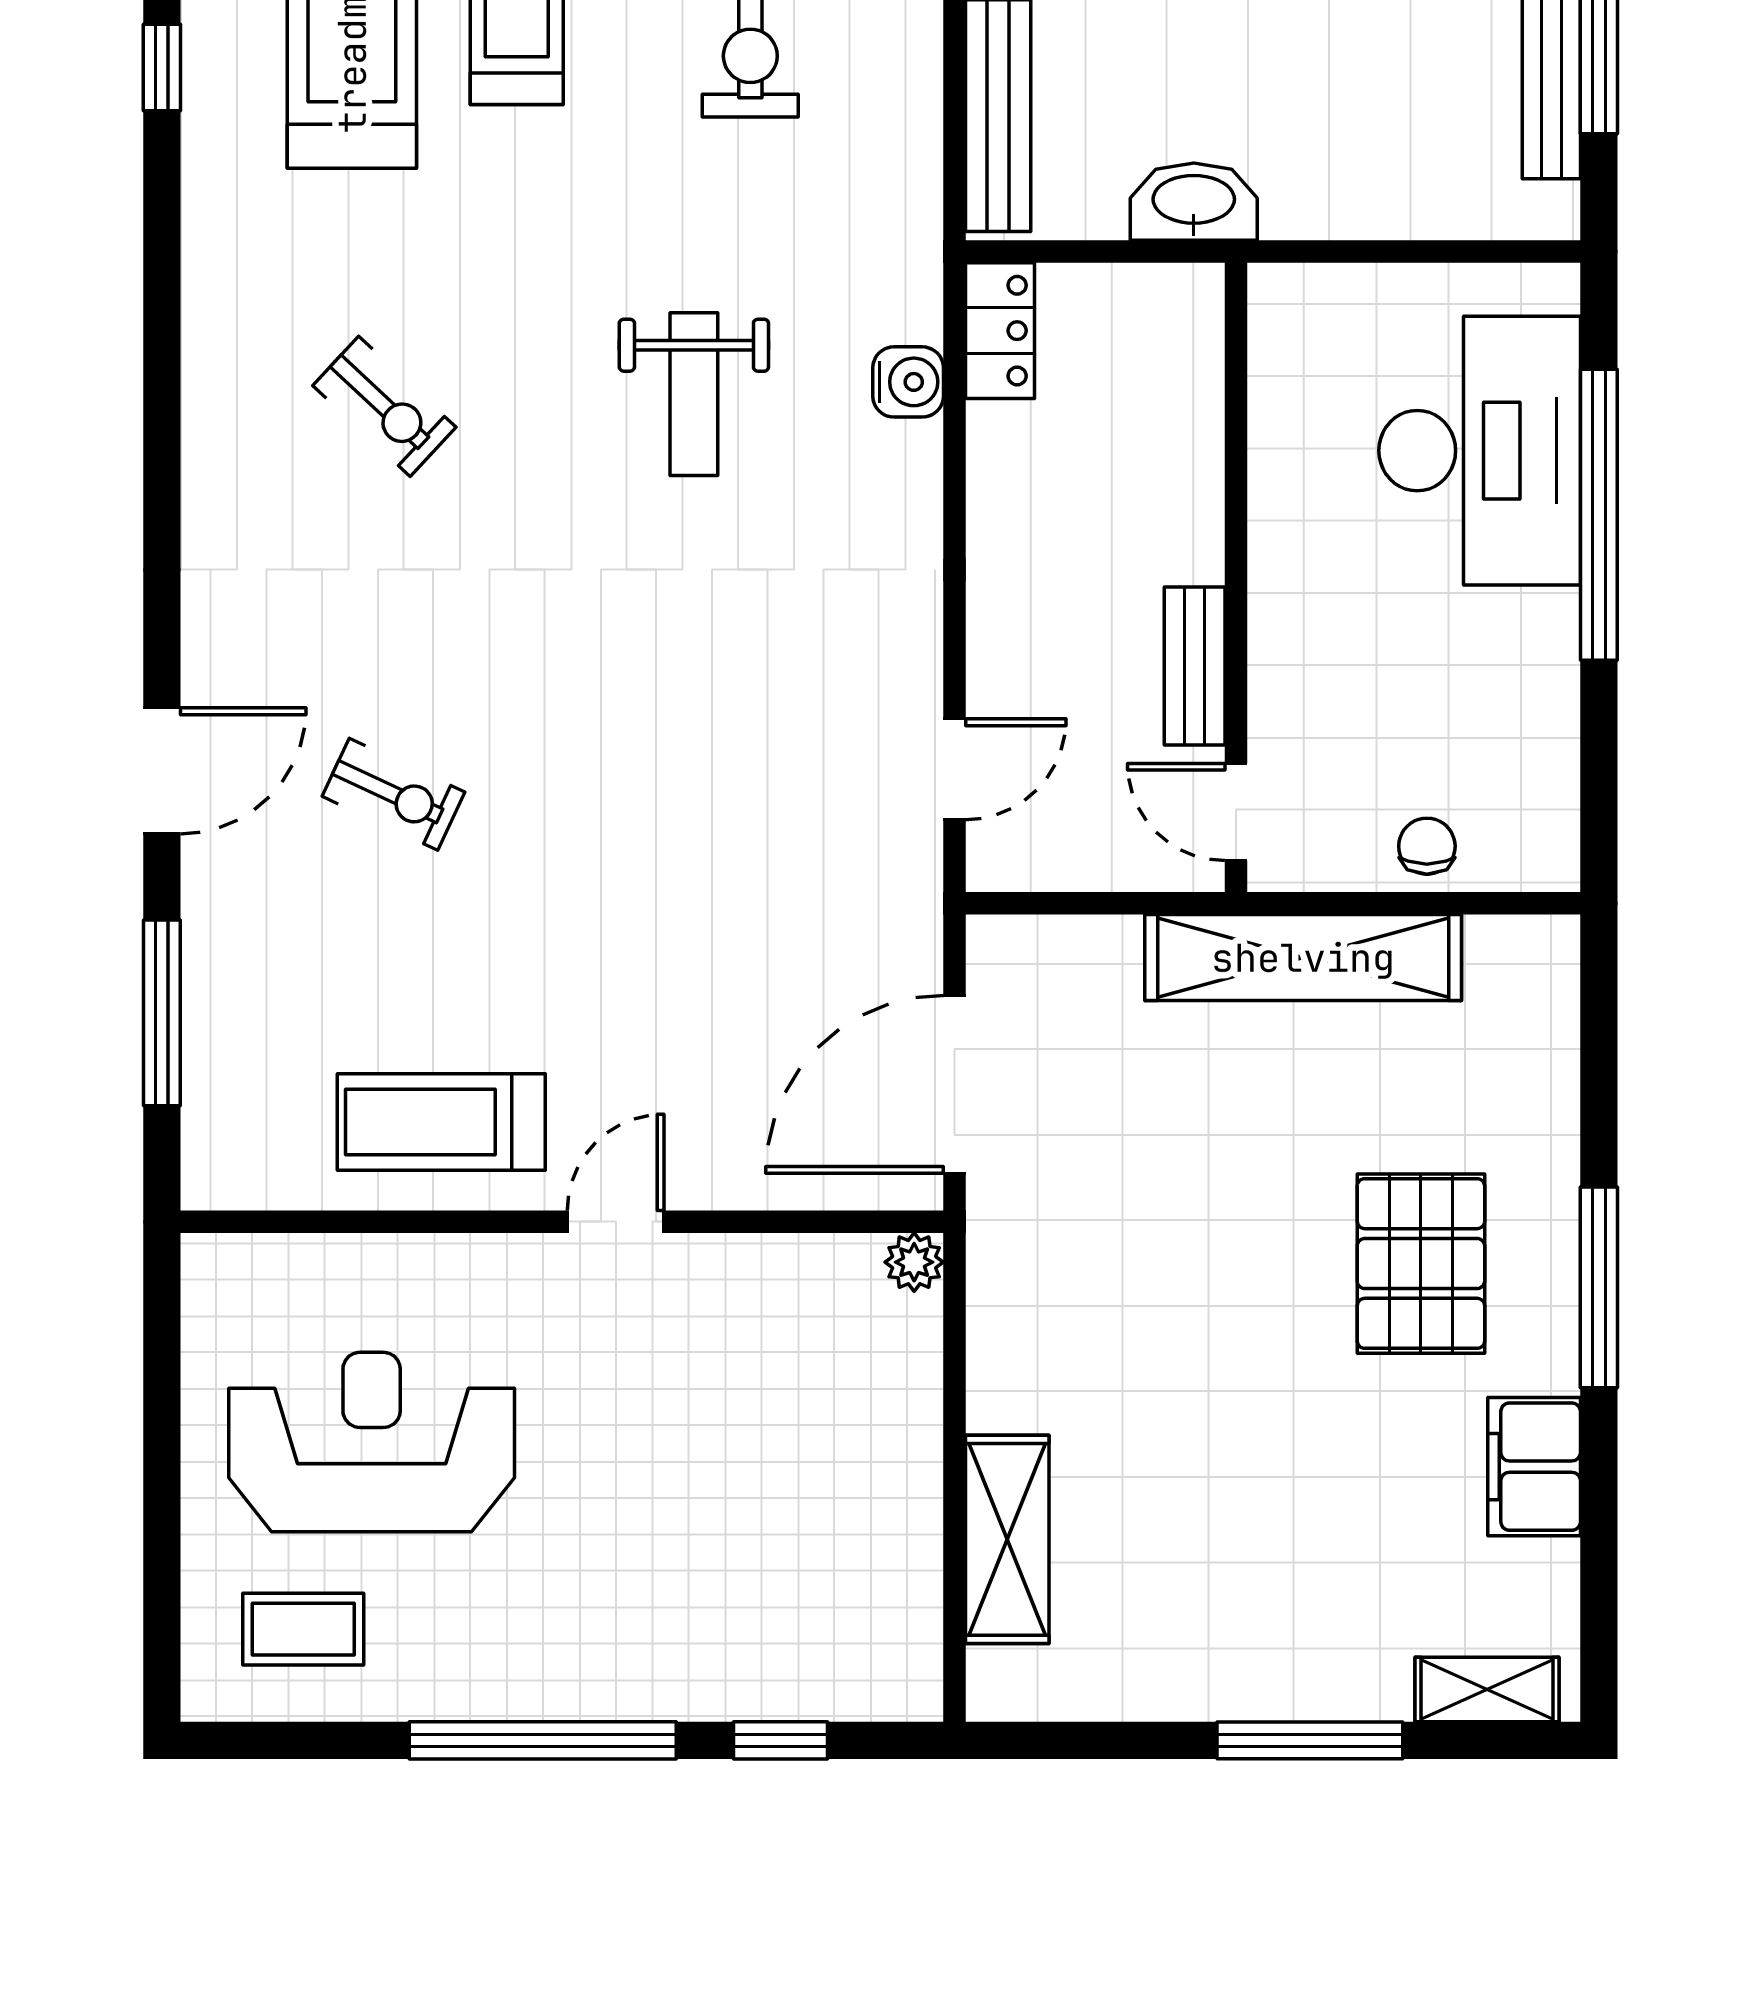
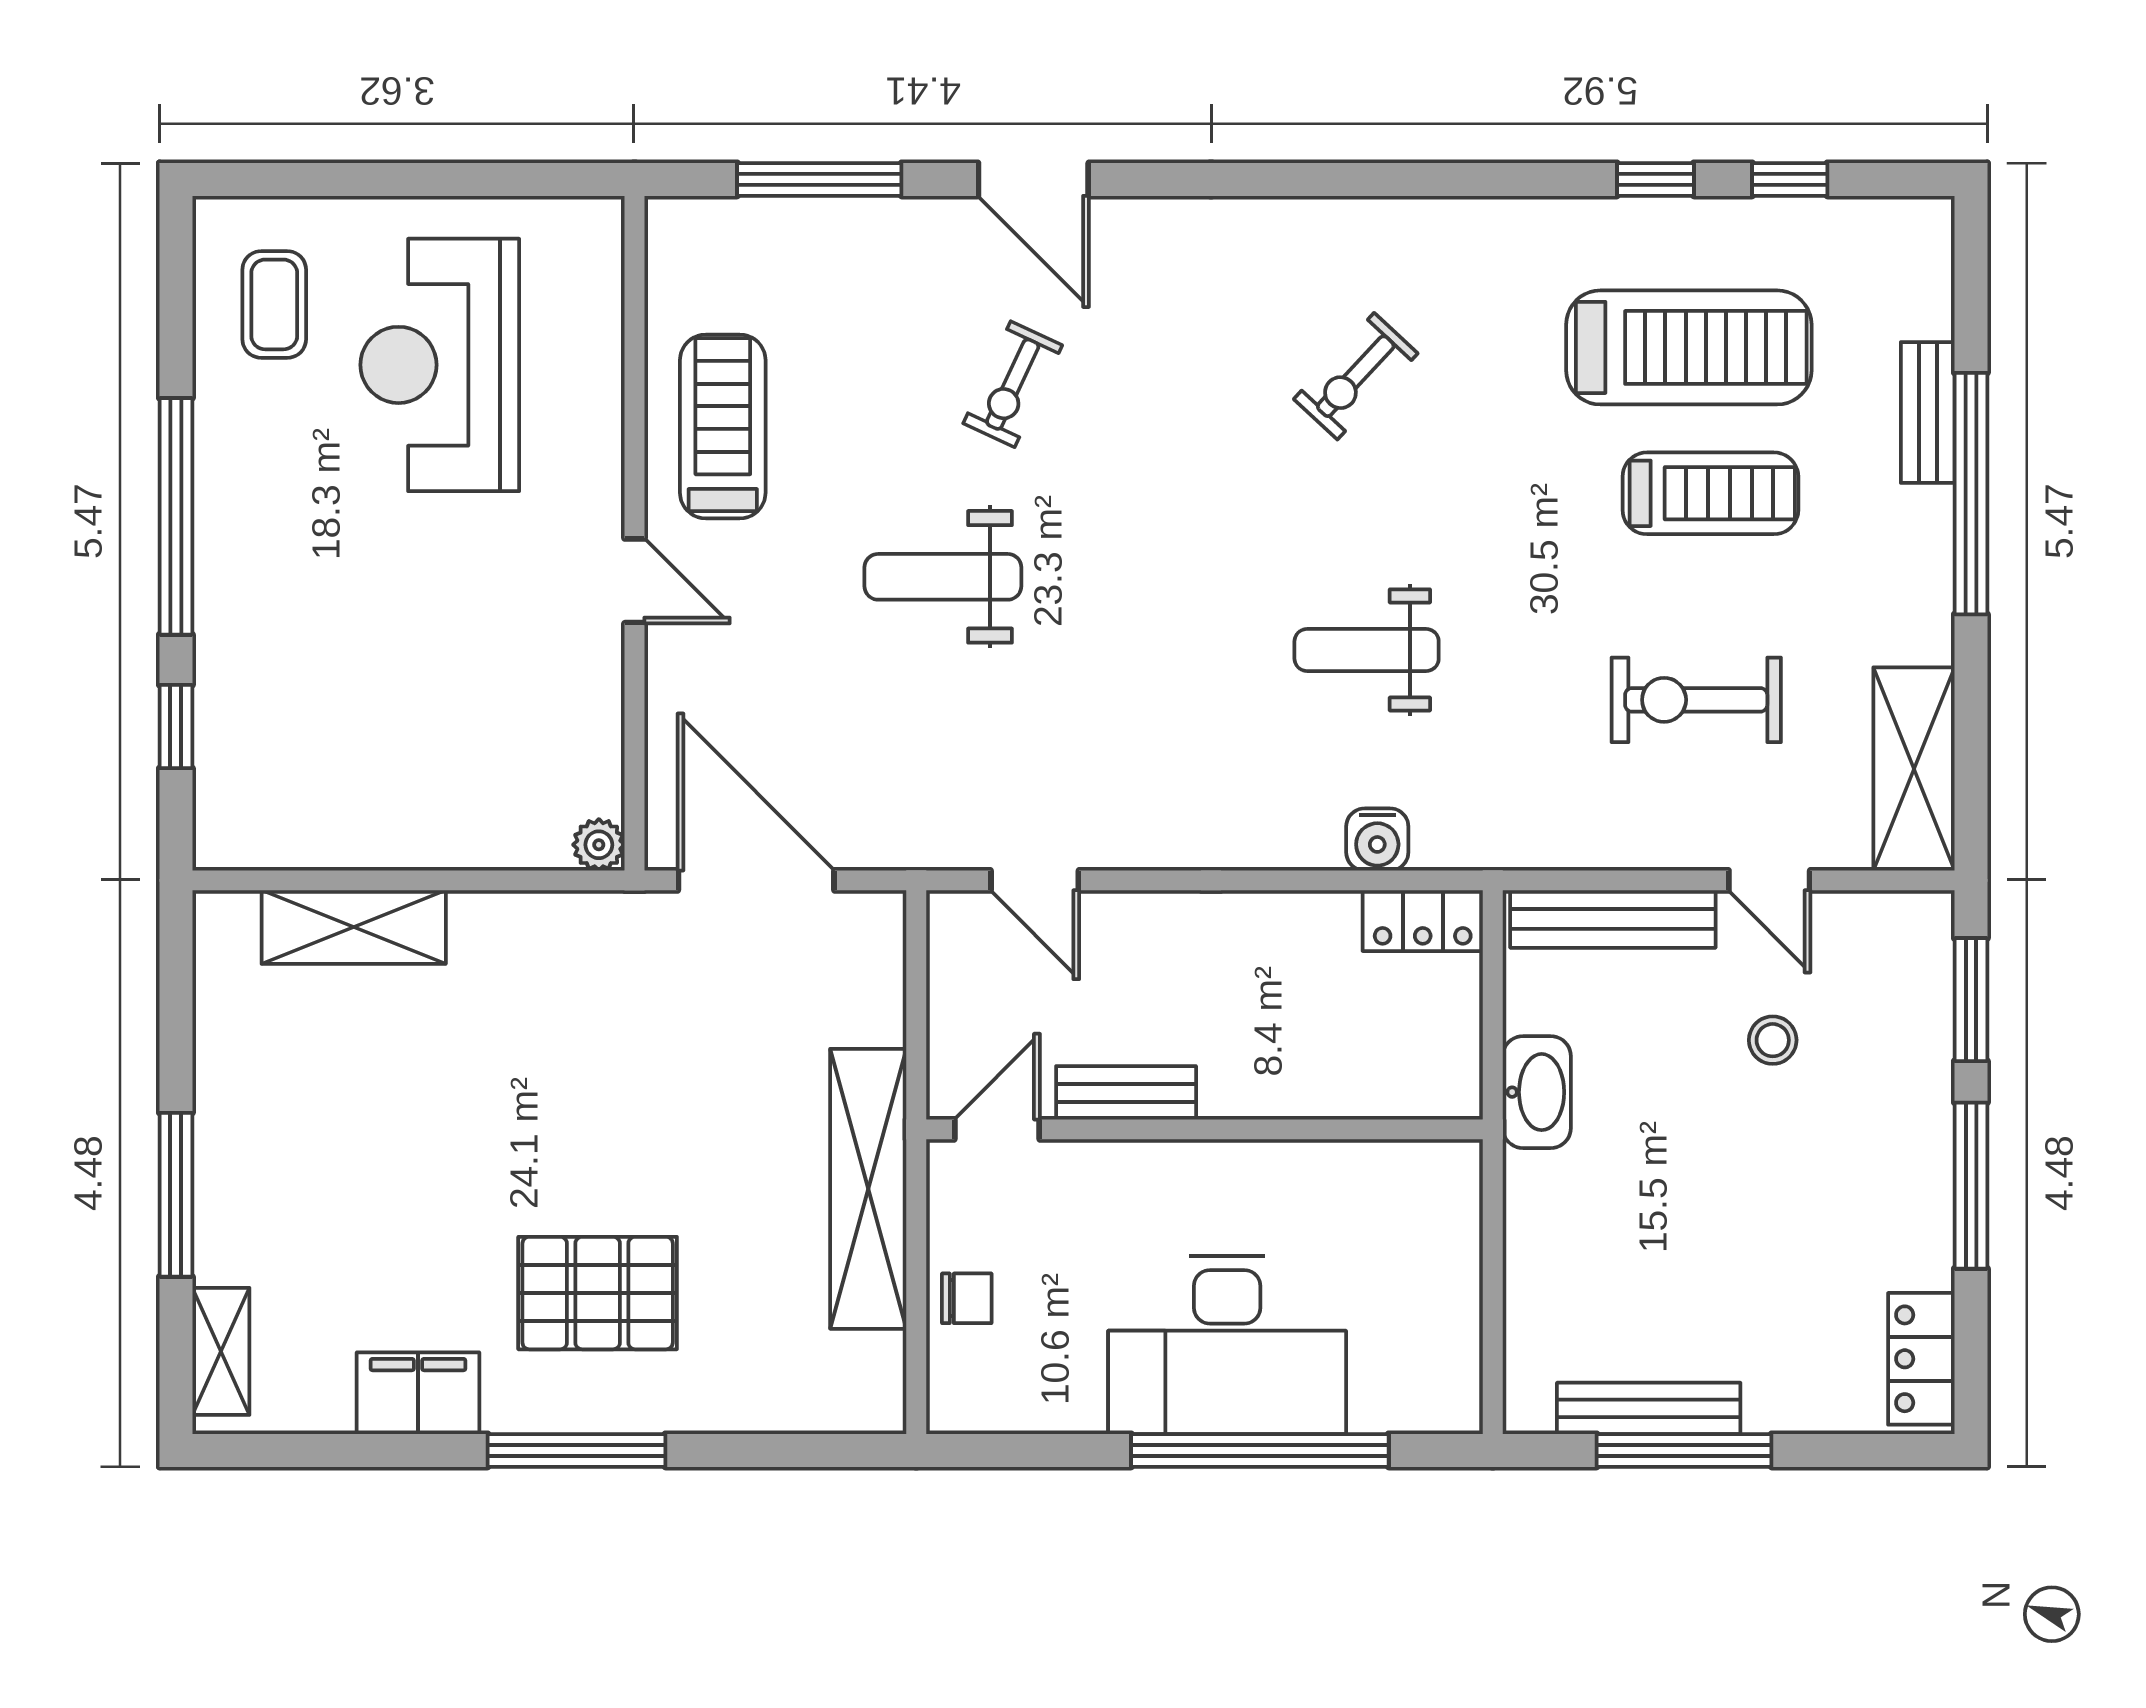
desk: (1480, 451) -> (1227, 1345), moved
weight bench: (611, 873) -> (943, 577), added
reception desk: (372, 1442) -> (440, 365), turned 180

